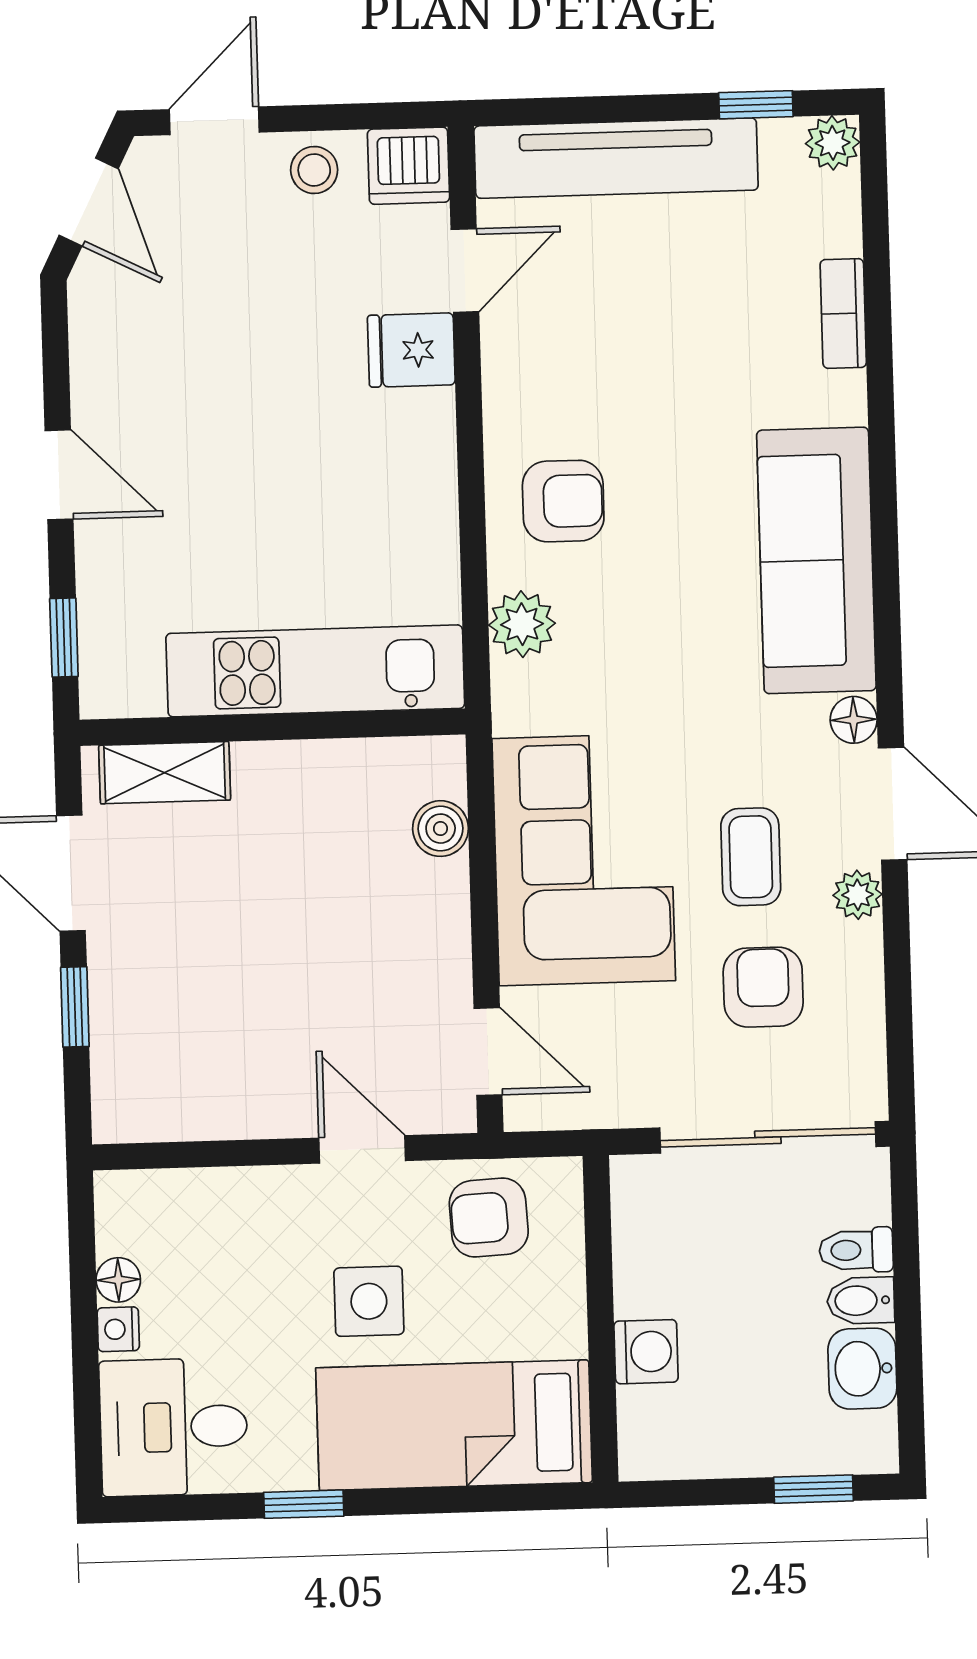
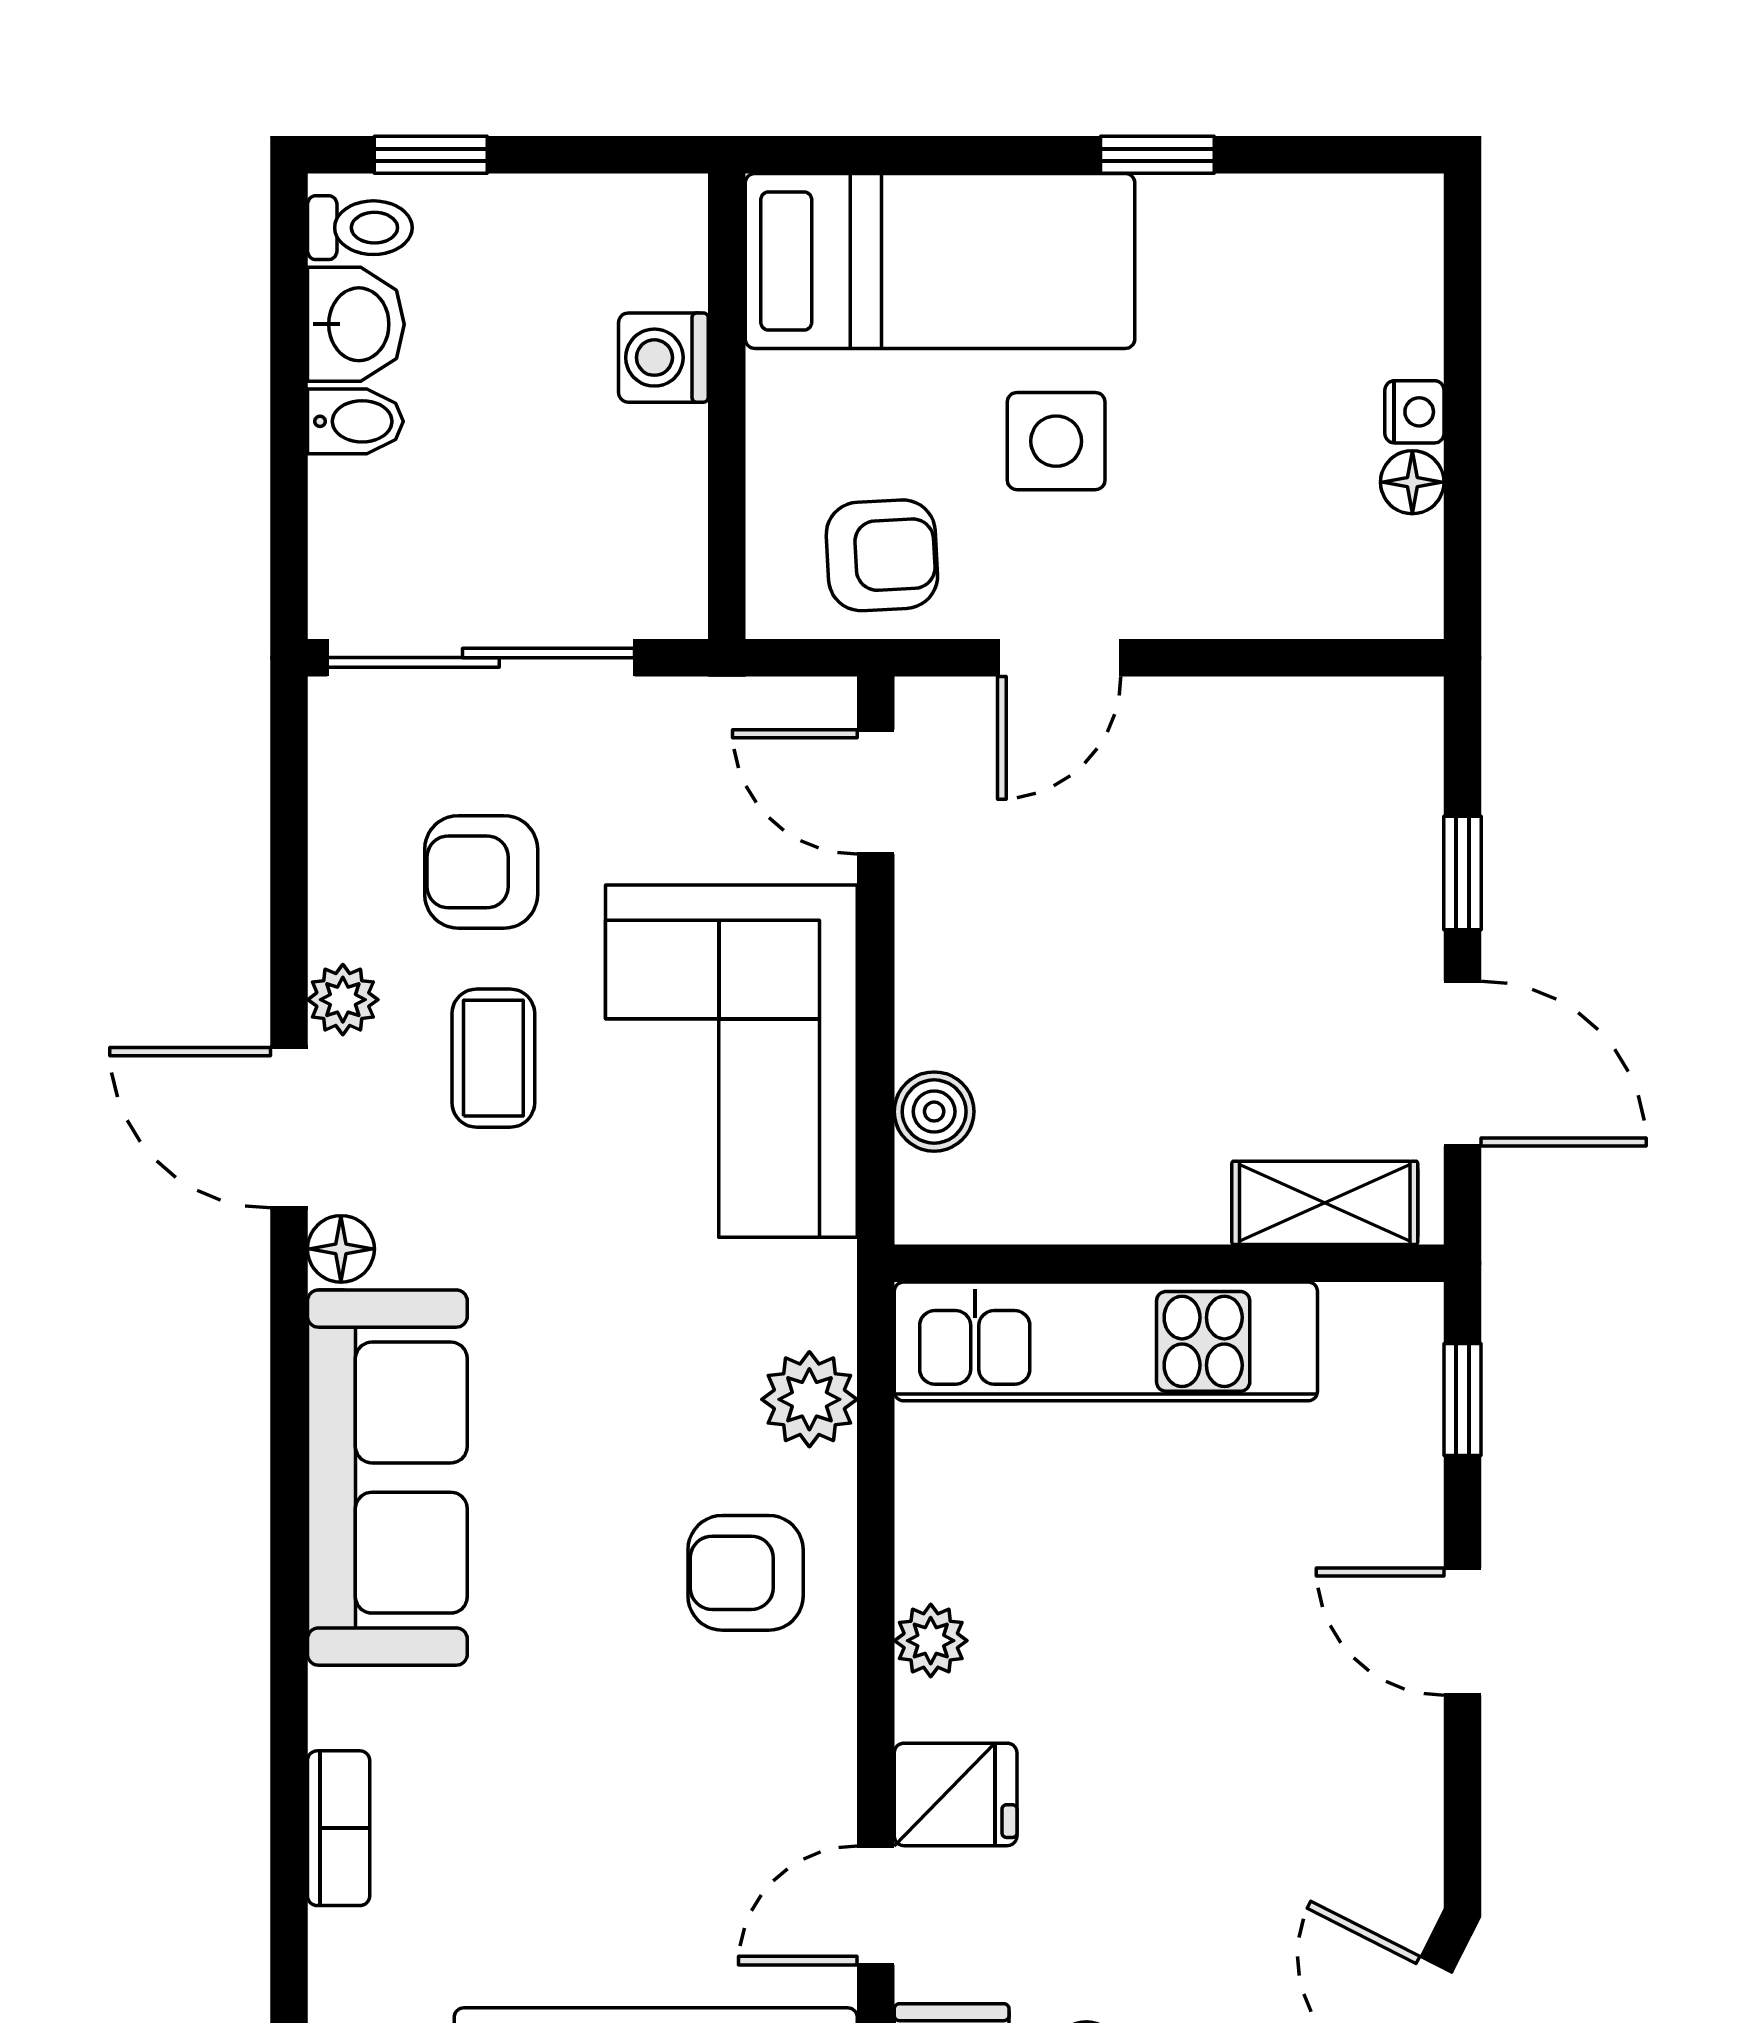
plant: (432, 457) -> (931, 1641), added
armchair: (763, 987) -> (481, 872), turned 90
door: (362, 1149) -> (1059, 658), hinge flipped
toilet: (856, 1250) -> (360, 228), moved
desk: (174, 1427) -> (1340, 270), removed

